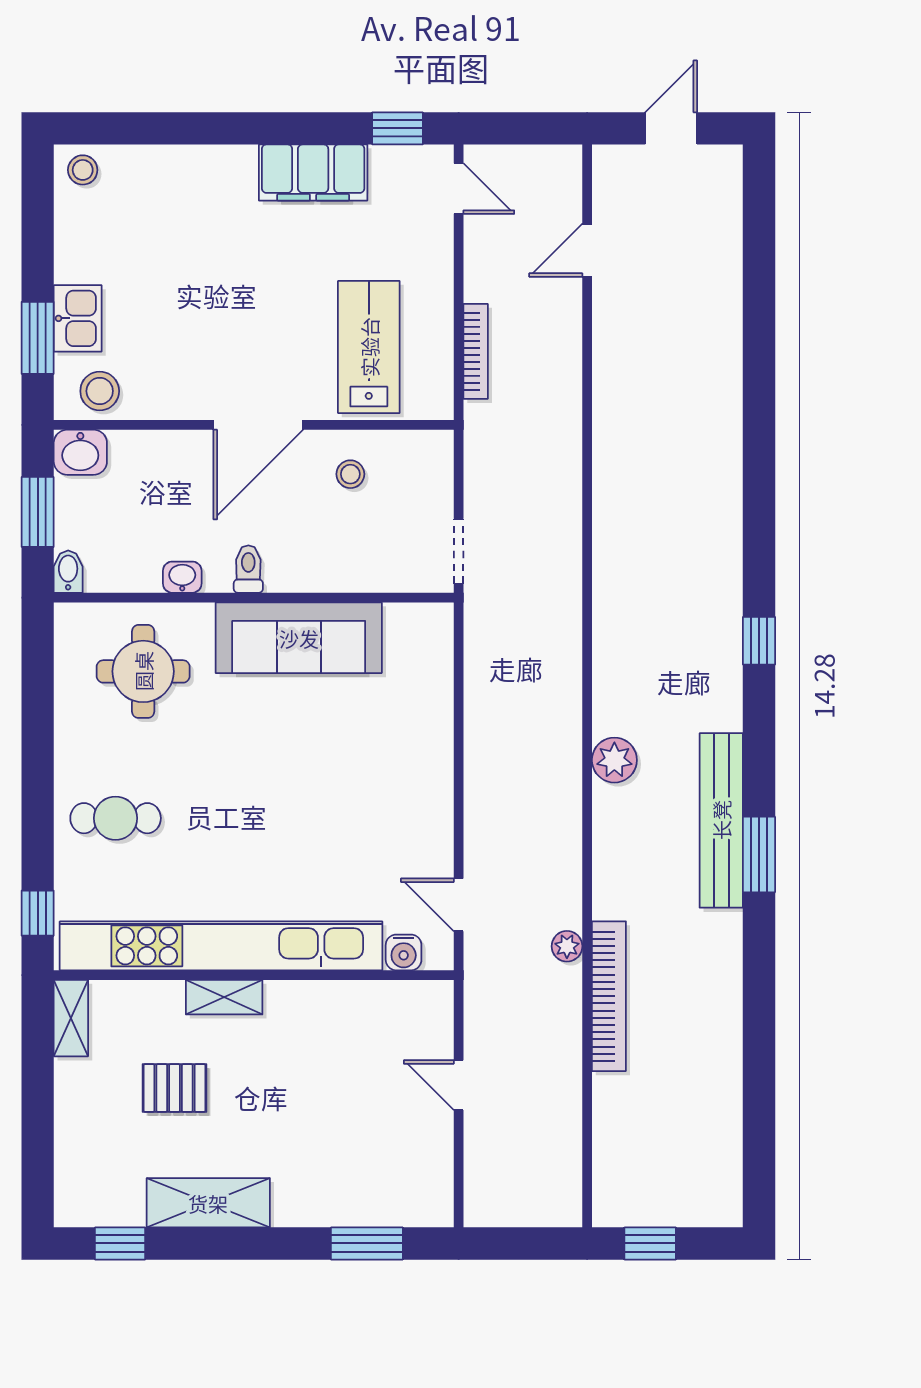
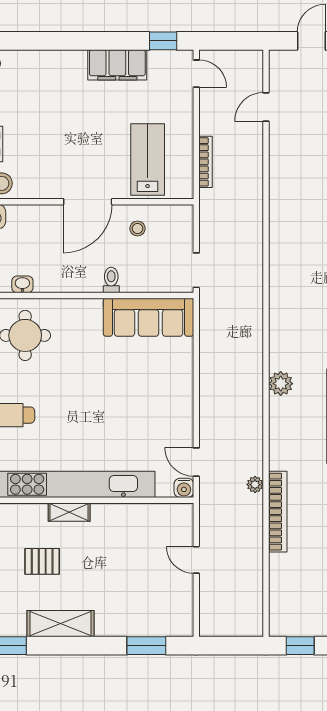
toilet: (248, 569) -> (111, 280), moved
washbasin: (182, 577) -> (22, 284), moved
sofa: (299, 638) -> (149, 317), moved
water cooler: (404, 952) -> (184, 488), moved

